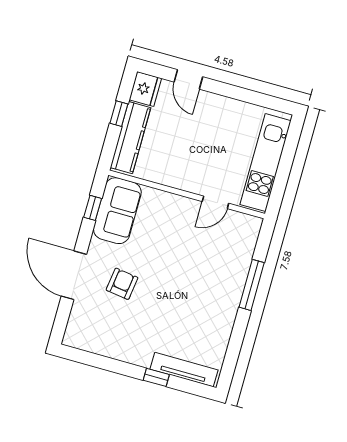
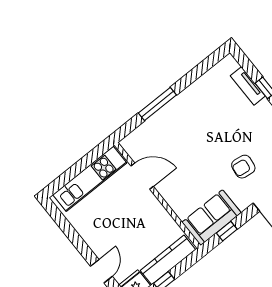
door: (215, 202) -> (142, 176), width x1.38
tv unit: (184, 370) -> (248, 86), width x0.71

